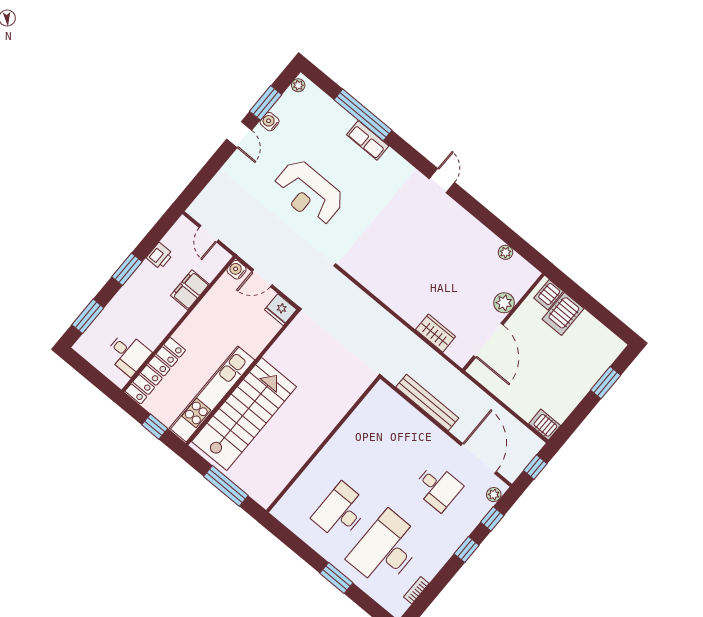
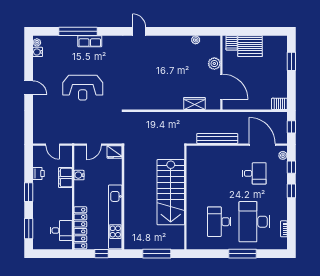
window: (266, 103) -> (29, 63), removed
water cooler: (270, 122) -> (38, 52), moved
water cooler: (237, 270) -> (79, 175), moved
server rack: (563, 314) -> (250, 46), width x1.60
stairs: (244, 414) -> (171, 192), moved, turned 180
window: (336, 578) -> (243, 254), width x1.44

